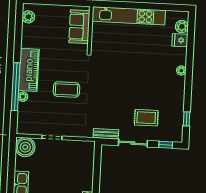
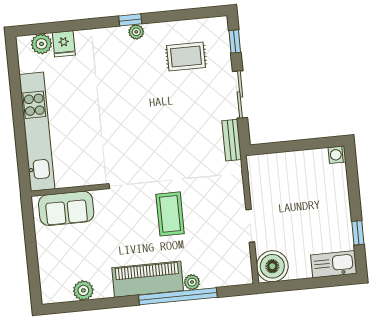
plant: (28, 17) -> (83, 290), moved
plant: (181, 70) -> (136, 32), moved
rug: (146, 118) -> (186, 56), moved, turned 90
window: (187, 119) -> (130, 20), moved

